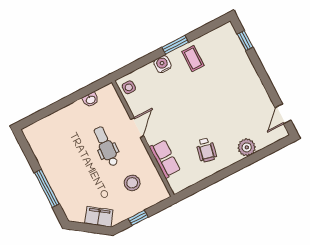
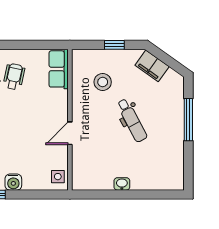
washbasin: (91, 100) -> (122, 184), moved
dental chair: (106, 146) -> (132, 120), moved, turned -31
row of seats: (165, 159) -> (59, 69), moved

